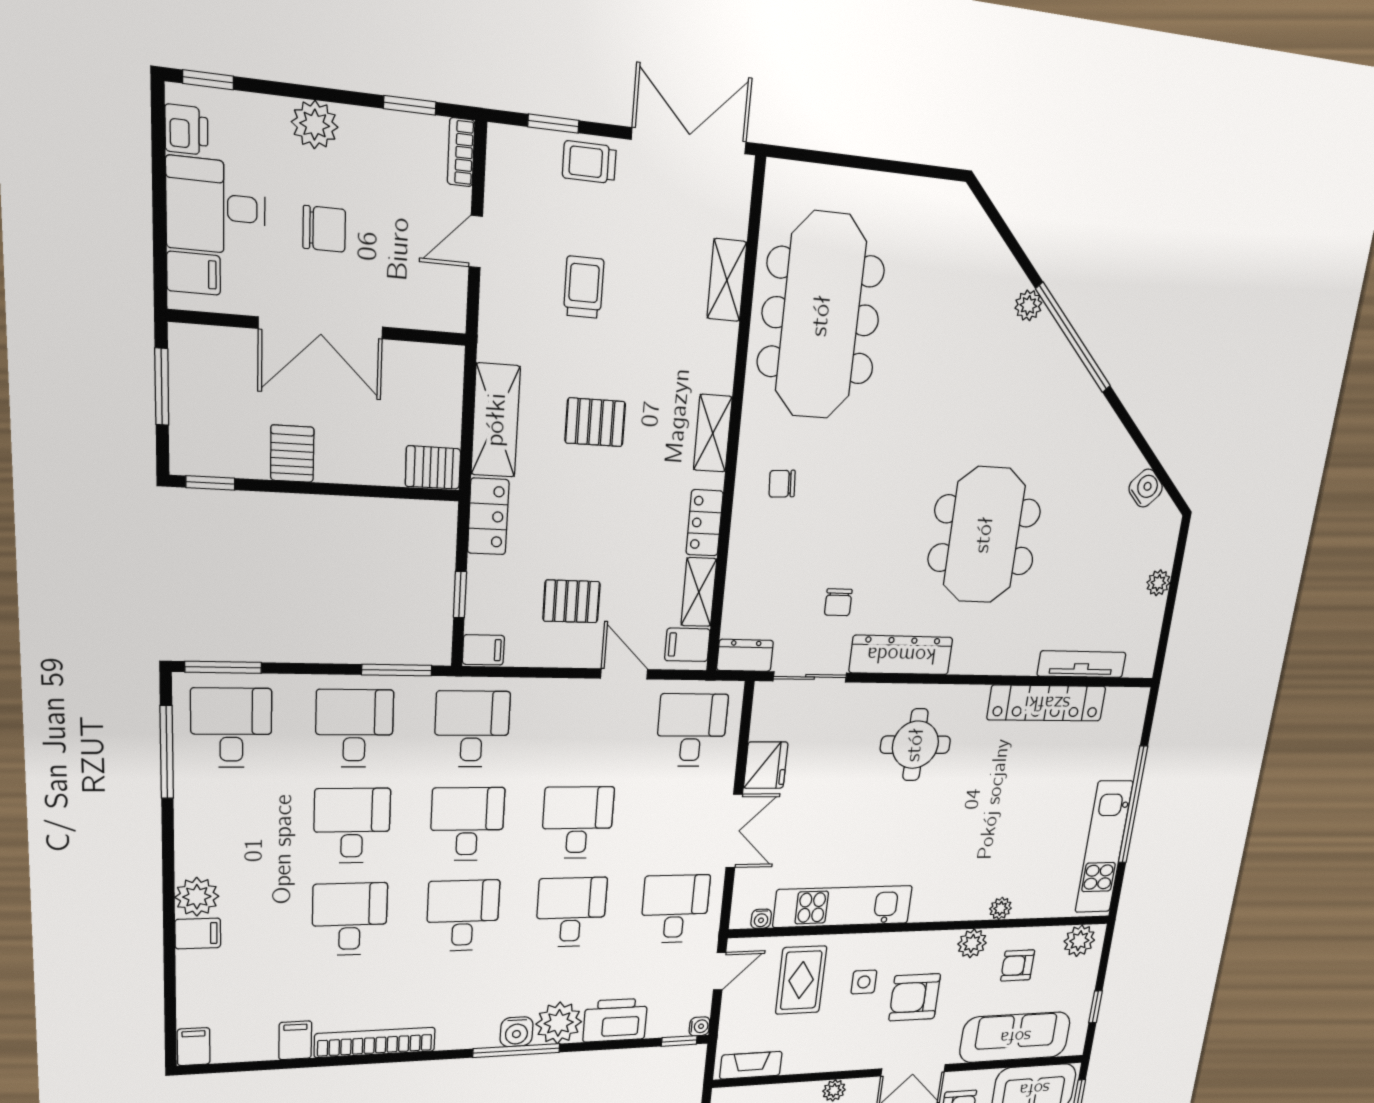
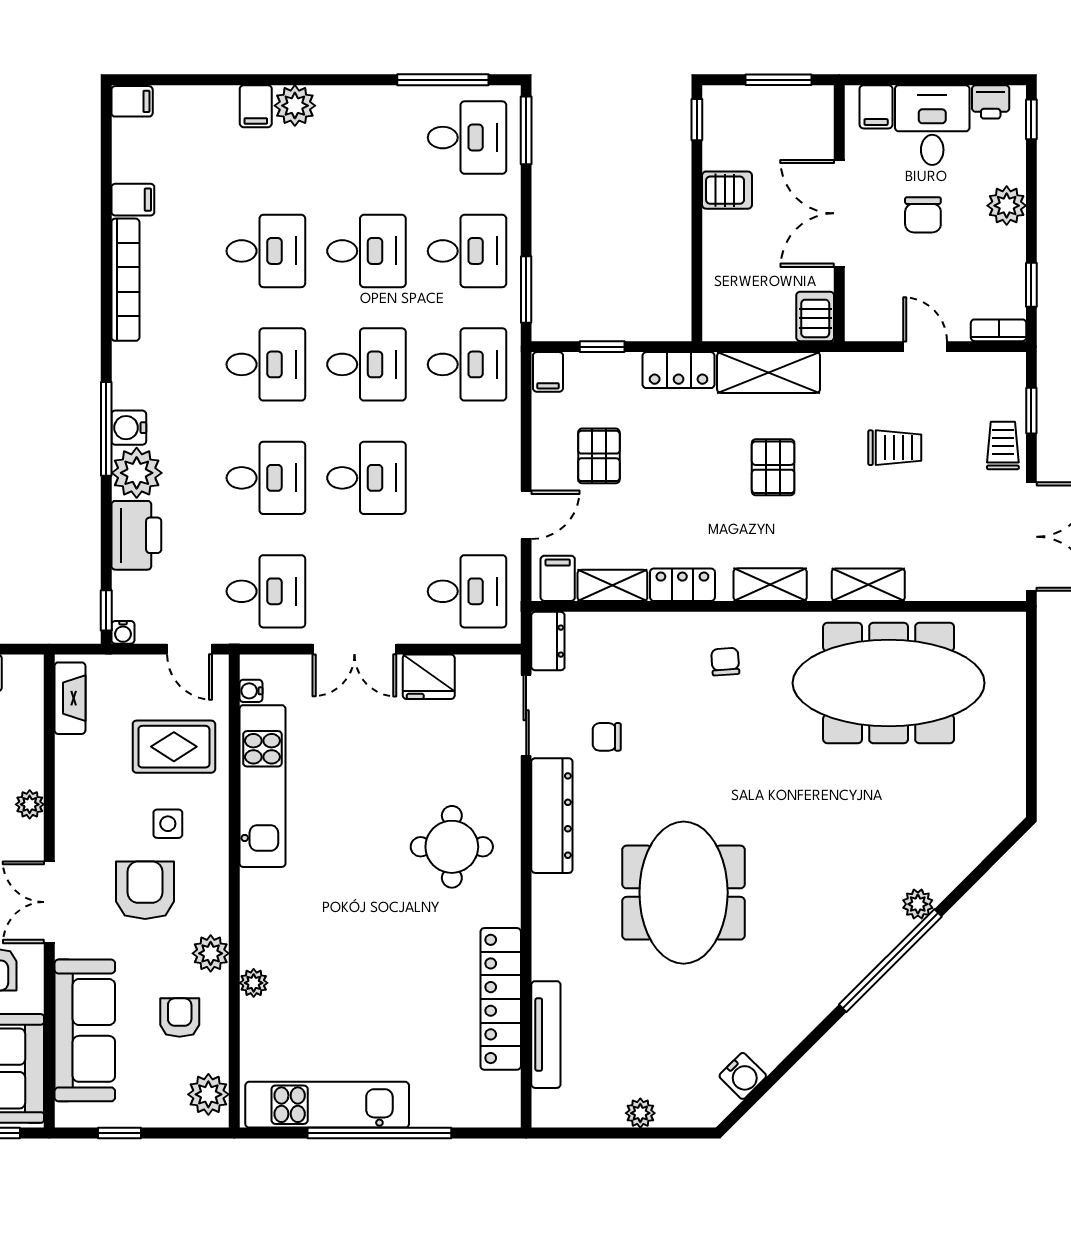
shelving: (727, 280) -> (868, 585), moved
server rack: (433, 467) -> (815, 316), moved
meeting table: (984, 535) -> (684, 893), turned 90

